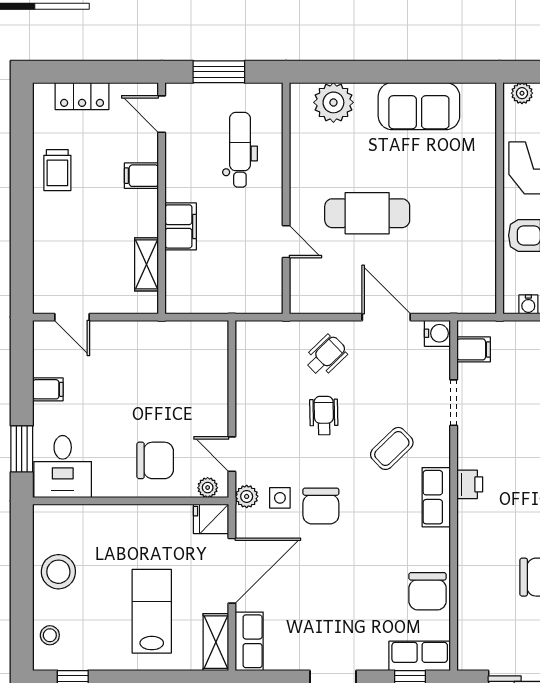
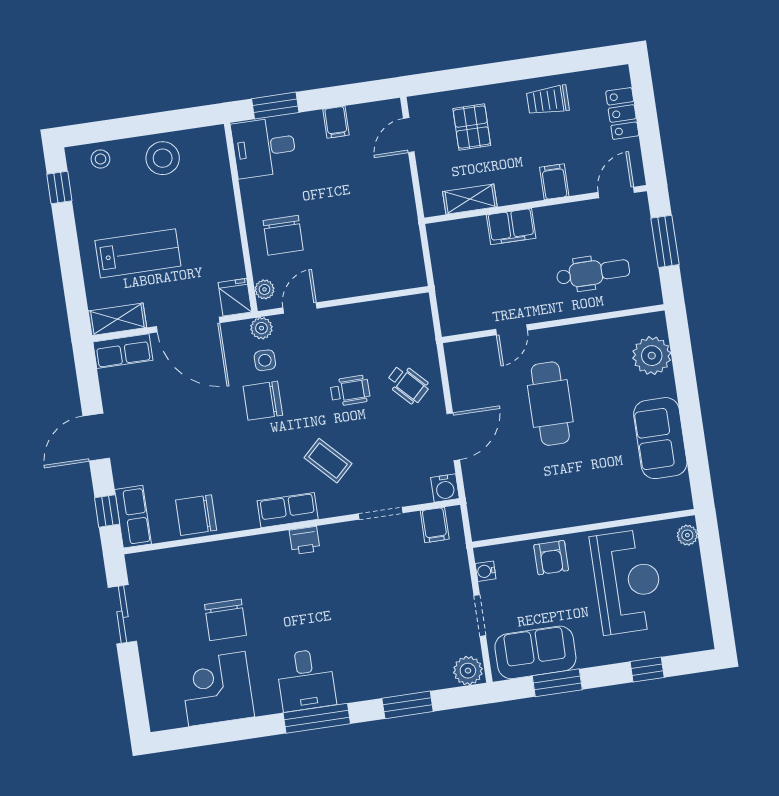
pallet: (73, 252) -> (472, 127), added

